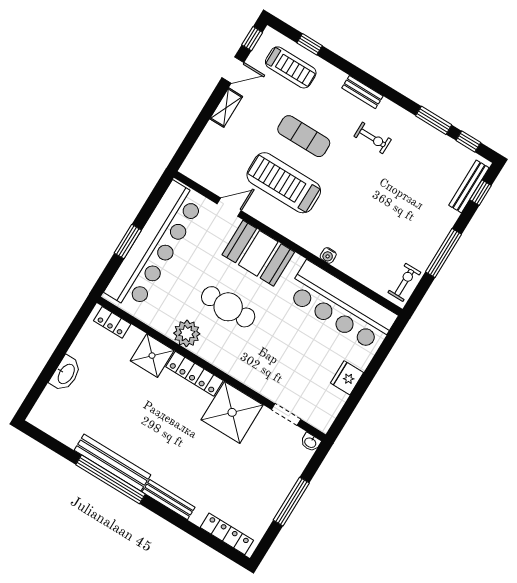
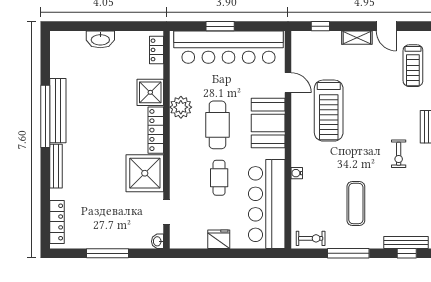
window: (252, 39) -> (320, 26), moved
exercise mat: (304, 136) -> (356, 204), moved
treadmill: (284, 183) -> (329, 111), turned 180
cafe table: (284, 339) -> (219, 178), added

